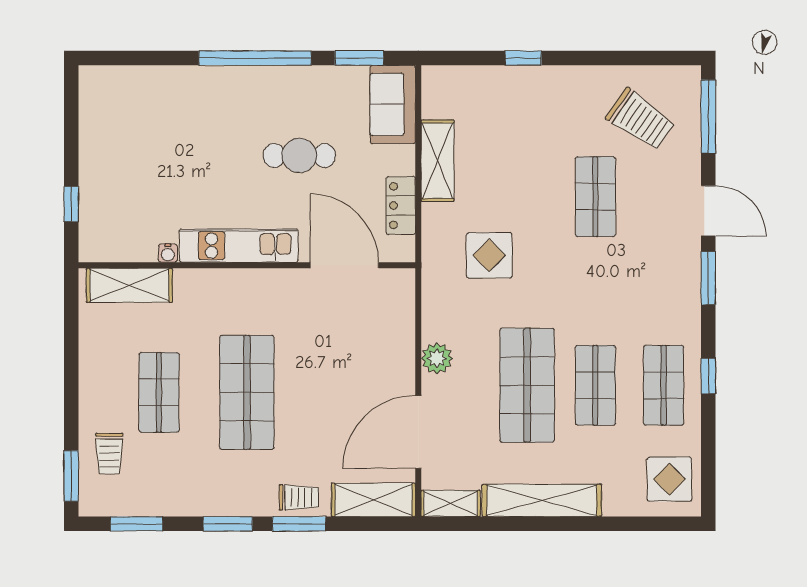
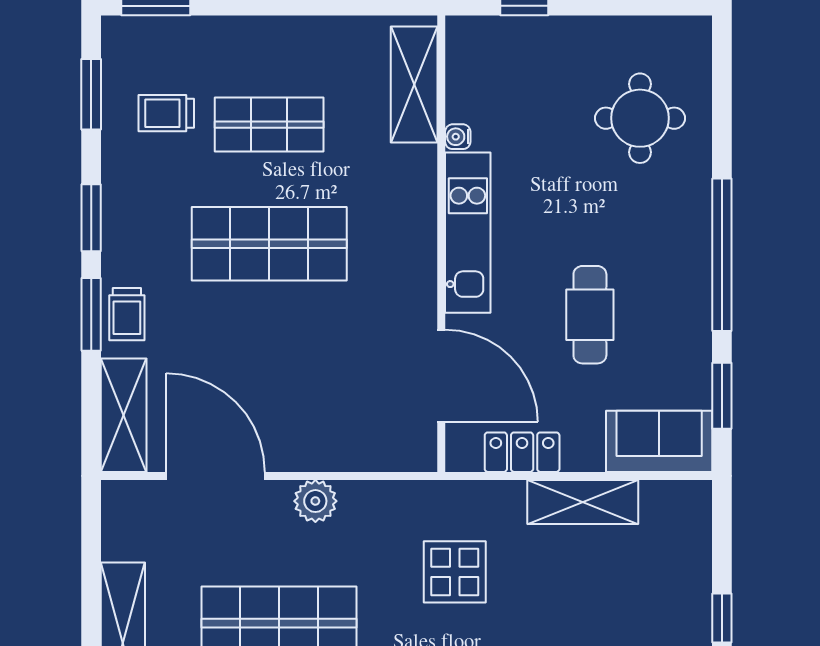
round table: (154, 119) -> (640, 118), added
door: (344, 265) -> (441, 376), hinge flipped
trolley: (109, 454) -> (166, 113), moved
shelving: (451, 503) -> (119, 520), removed

